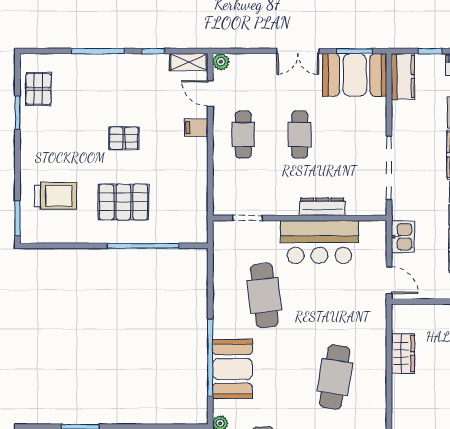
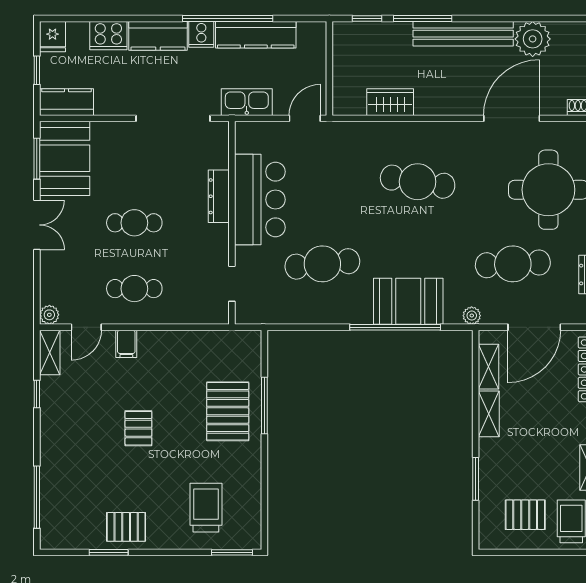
window: (98, 51) -> (37, 497), moved
pallet: (38, 89) -> (126, 527), moved
pallet: (123, 202) -> (228, 411), moved
kitchen sink: (403, 237) -> (247, 102), width x1.38
window: (143, 246) -> (264, 405), width x0.68

